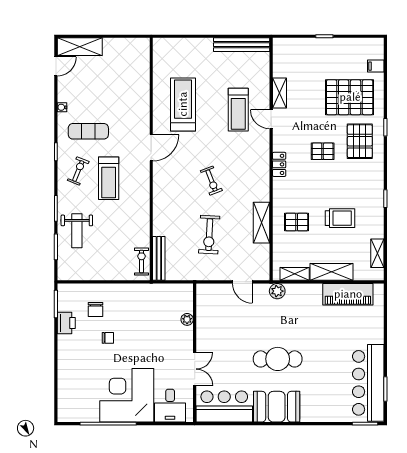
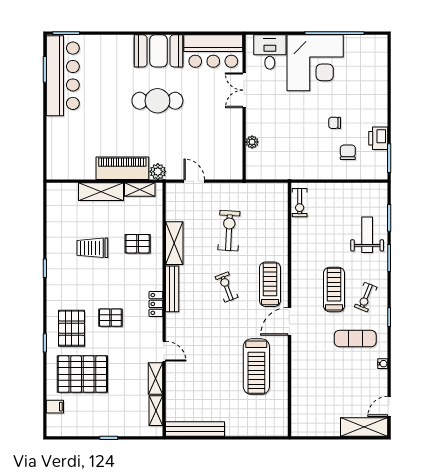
treadmill: (238, 110) -> (270, 284), moved
shelving: (377, 253) -> (156, 411), moved
bench: (159, 258) -> (172, 289), moved
piano: (348, 294) -> (122, 168), moved

